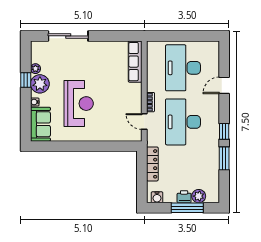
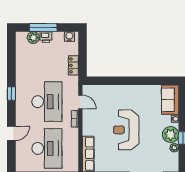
reception desk: (79, 104) -> (126, 130), moved
window: (224, 158) -> (11, 70), removed
locker: (152, 164) -> (73, 65), width x0.66

